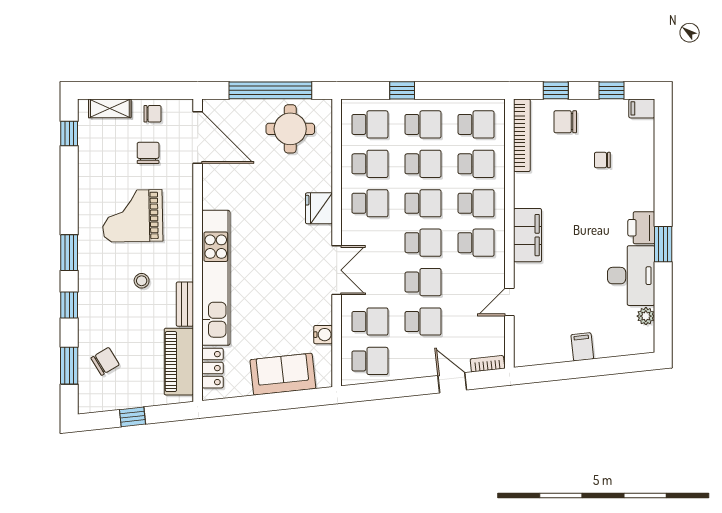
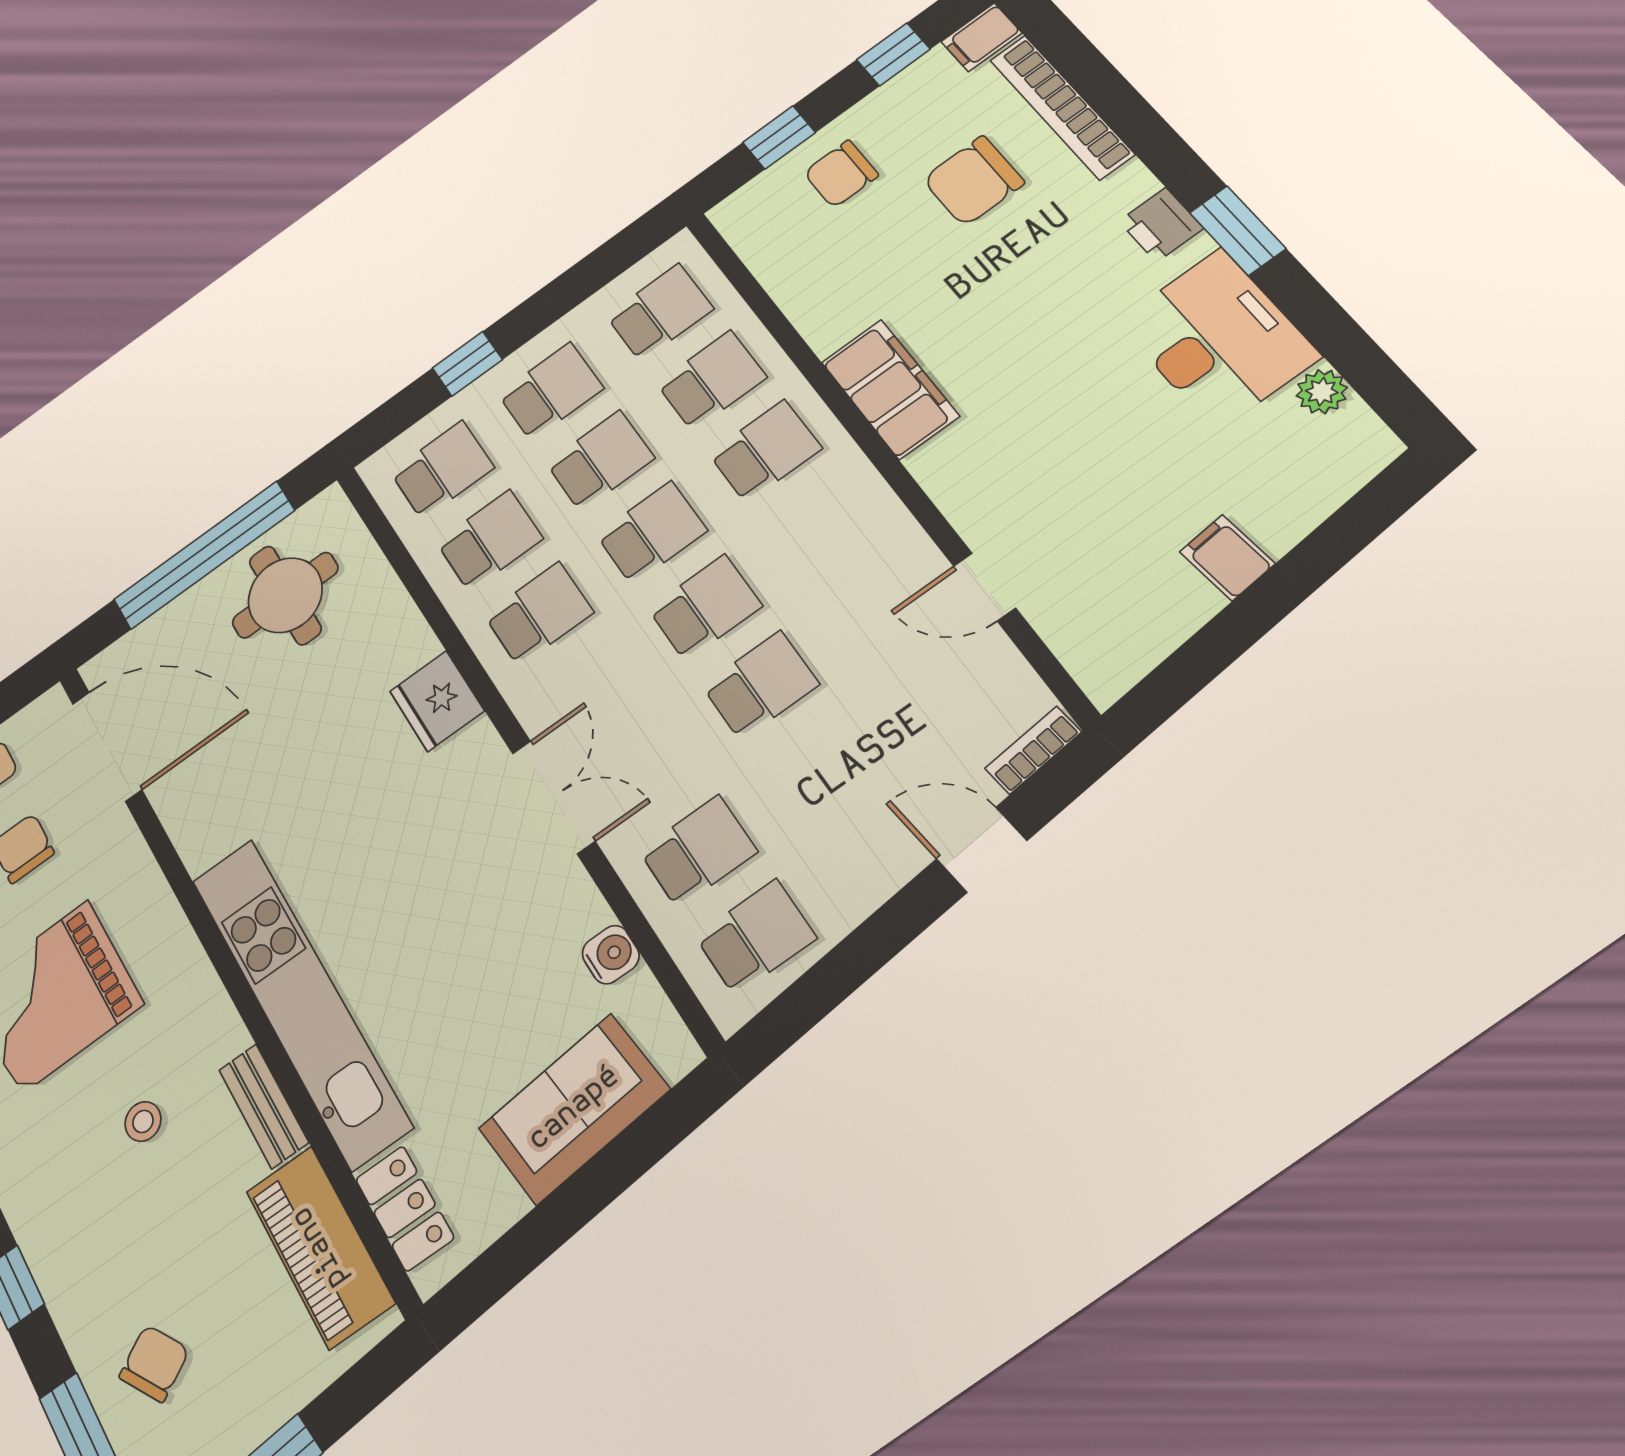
bookcase: (522, 135) -> (1062, 107), moved, turned 180
chair: (602, 160) -> (973, 181), width x1.87, depth x1.87
printer: (641, 228) -> (1161, 225), width x0.73, depth x0.81
filing cabinet: (527, 235) -> (890, 389), moved
school desk: (476, 243) -> (821, 525), removed
door: (509, 302) -> (985, 587), hinge flipped
school desk: (423, 322) -> (818, 766), removed

